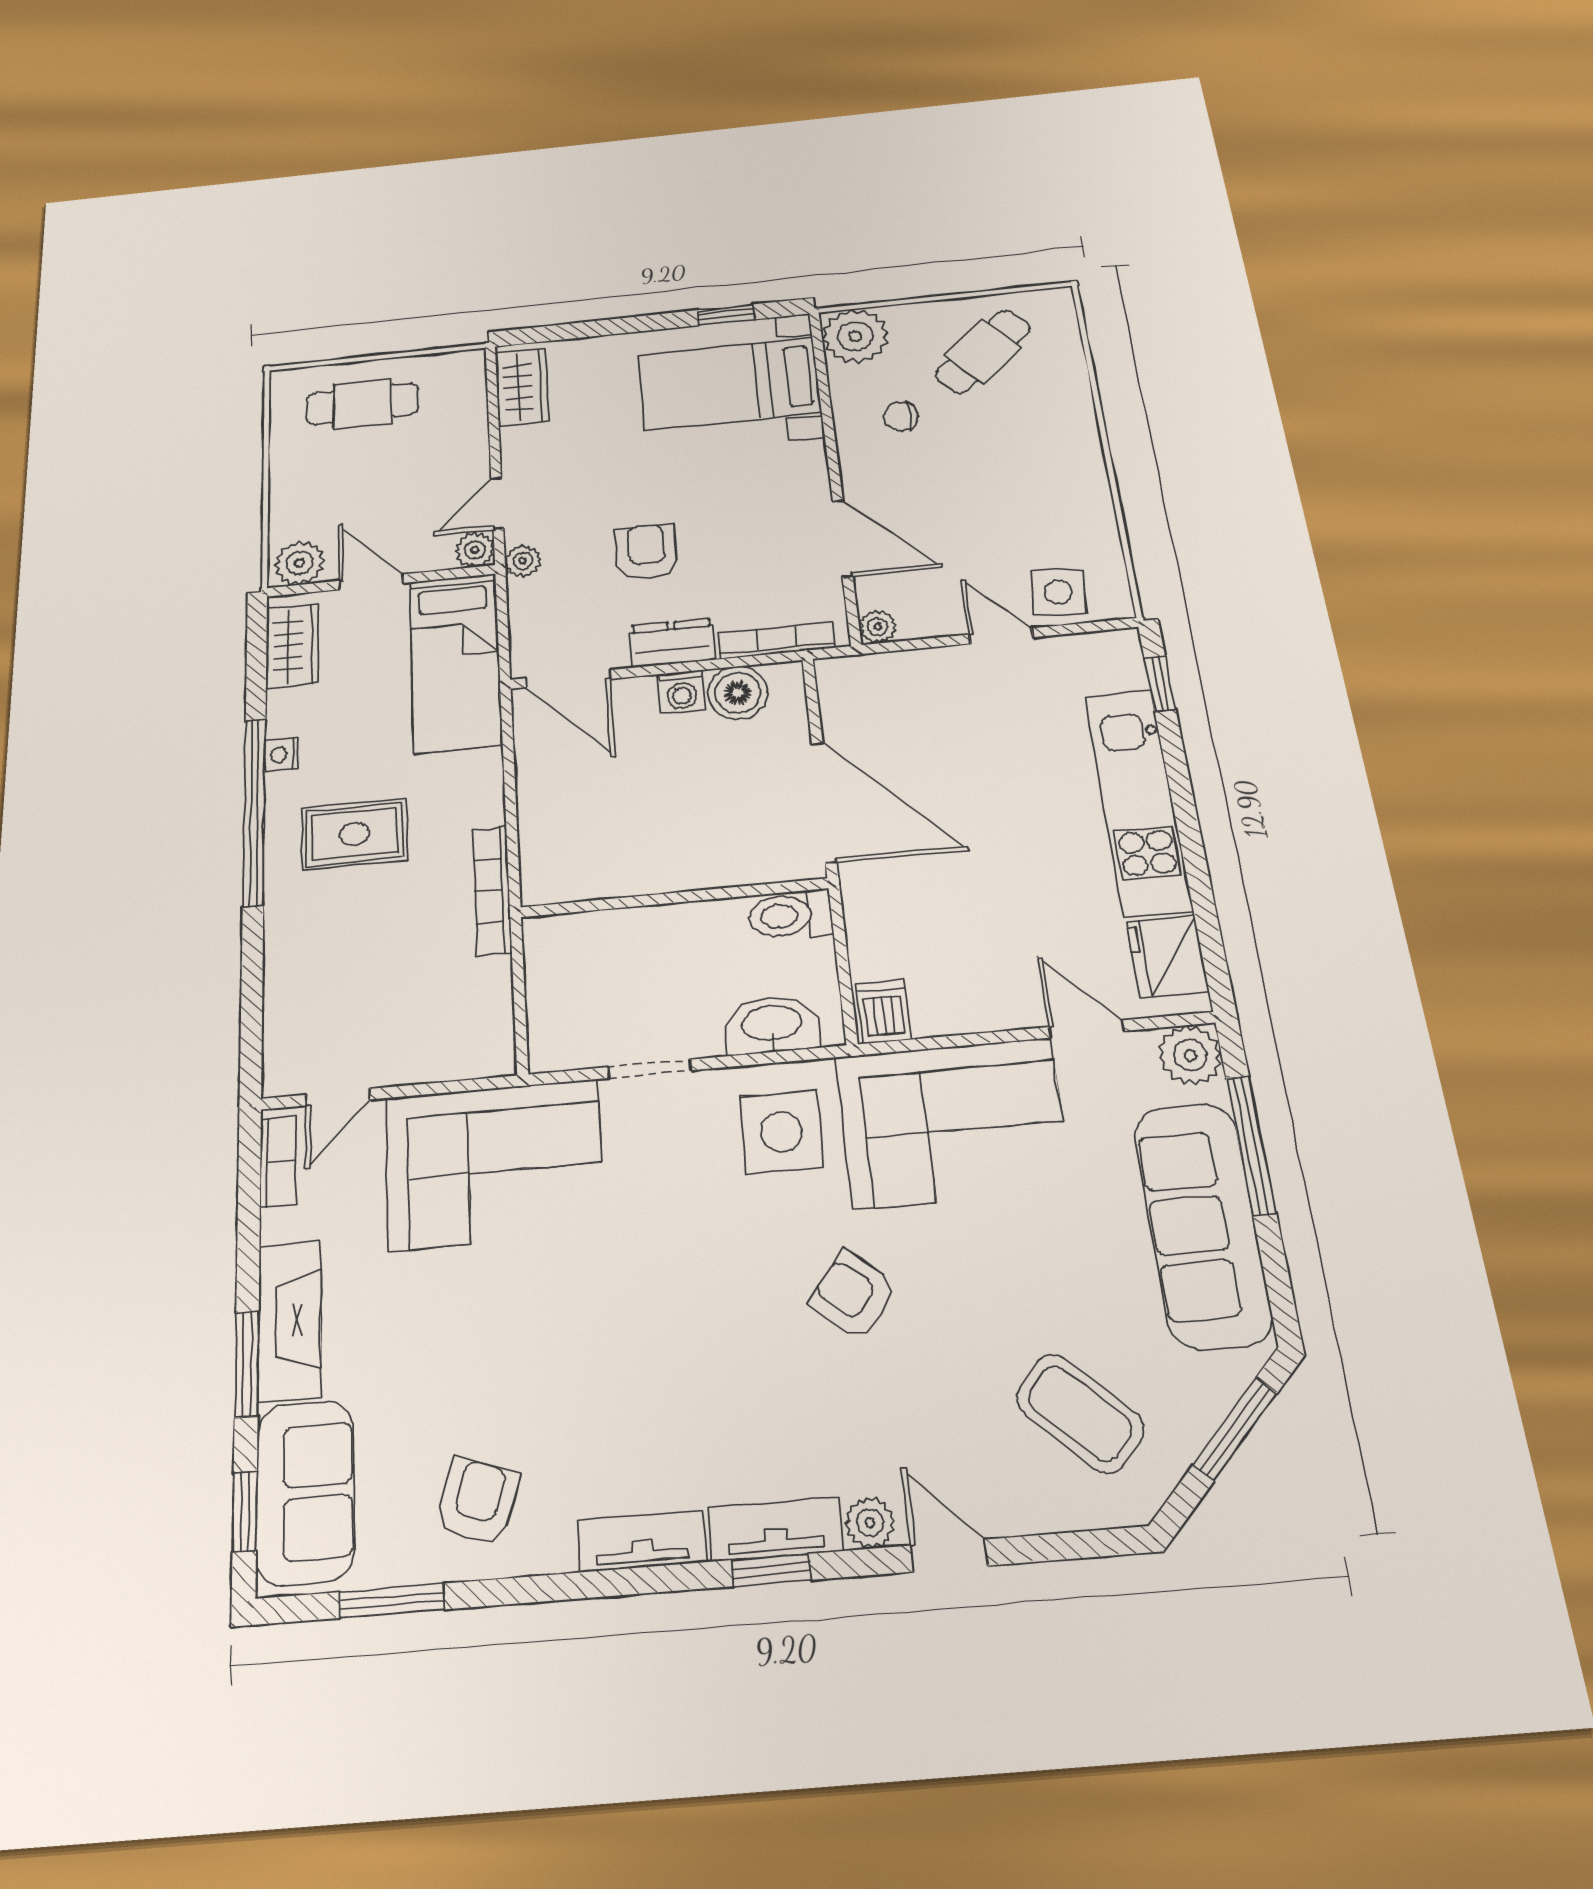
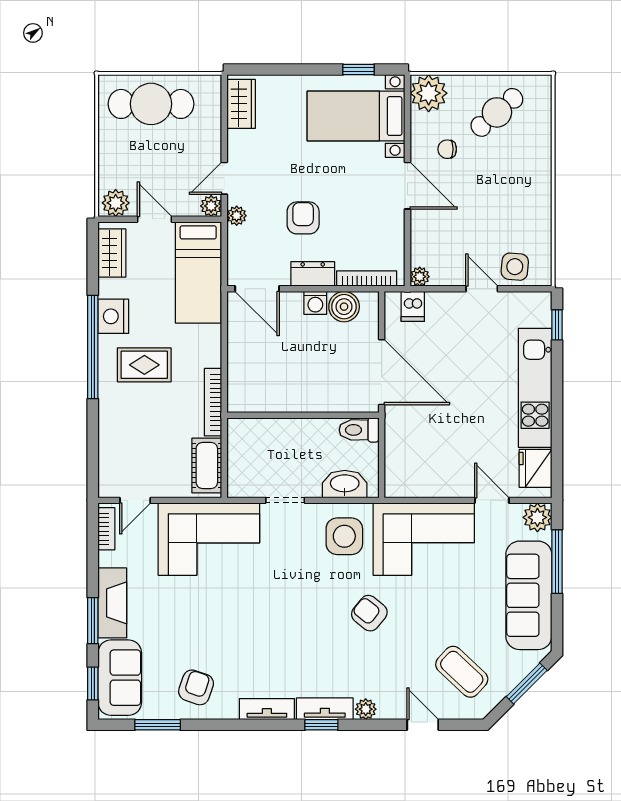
cafe table: (362, 404) -> (151, 104), width x1.37, depth x1.35
door: (843, 538) -> (407, 186), moved
nightstand: (281, 755) -> (113, 316), width x1.89, depth x1.79
dishwasher: (883, 1011) -> (413, 306), moved, turned 180
cot: (484, 1013) -> (207, 465), added
door: (949, 1556) -> (423, 725), moved

